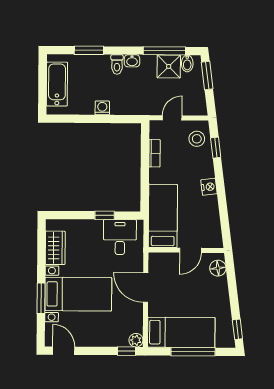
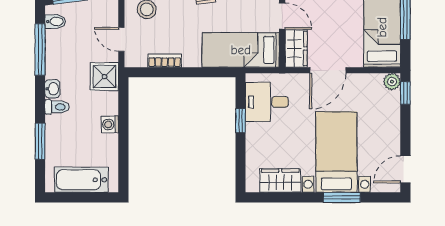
shower: (169, 66) -> (104, 77), moved
wardrobe: (164, 262) -> (296, 48), added

